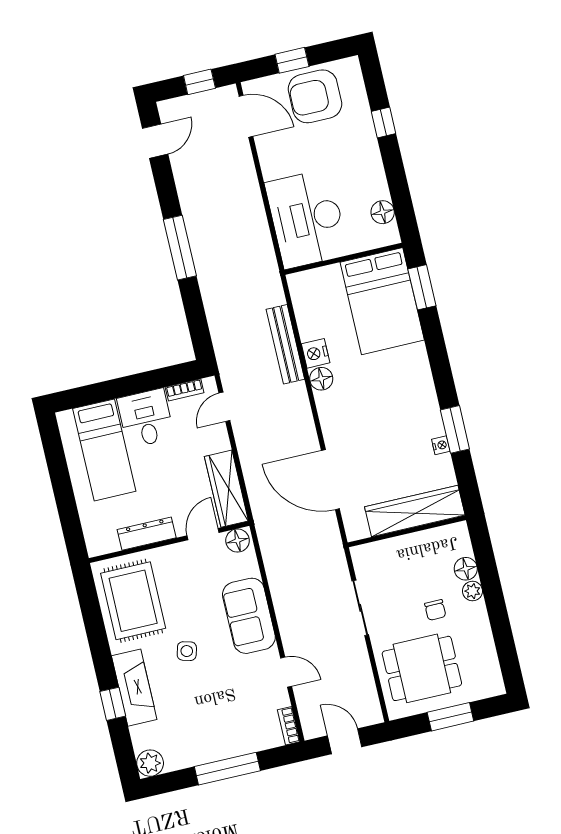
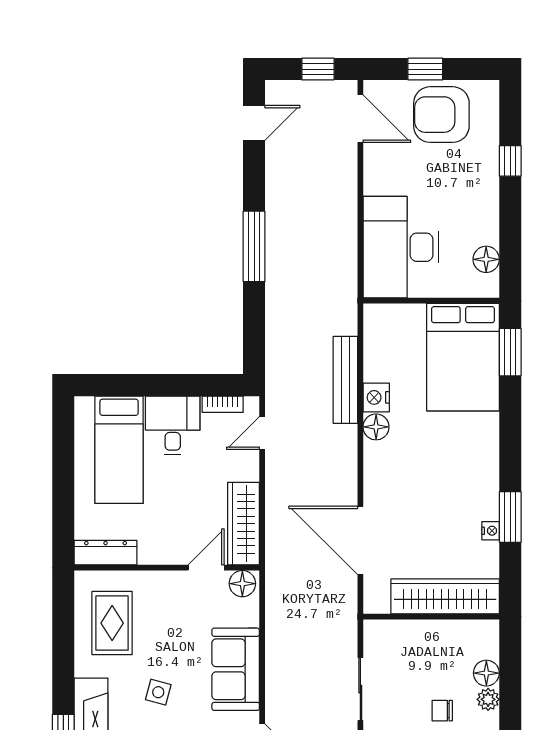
dresser: (147, 534) -> (106, 553), moved
rug: (133, 601) -> (112, 623), width x0.73, depth x0.70
chair: (435, 610) -> (442, 711), turned 90

